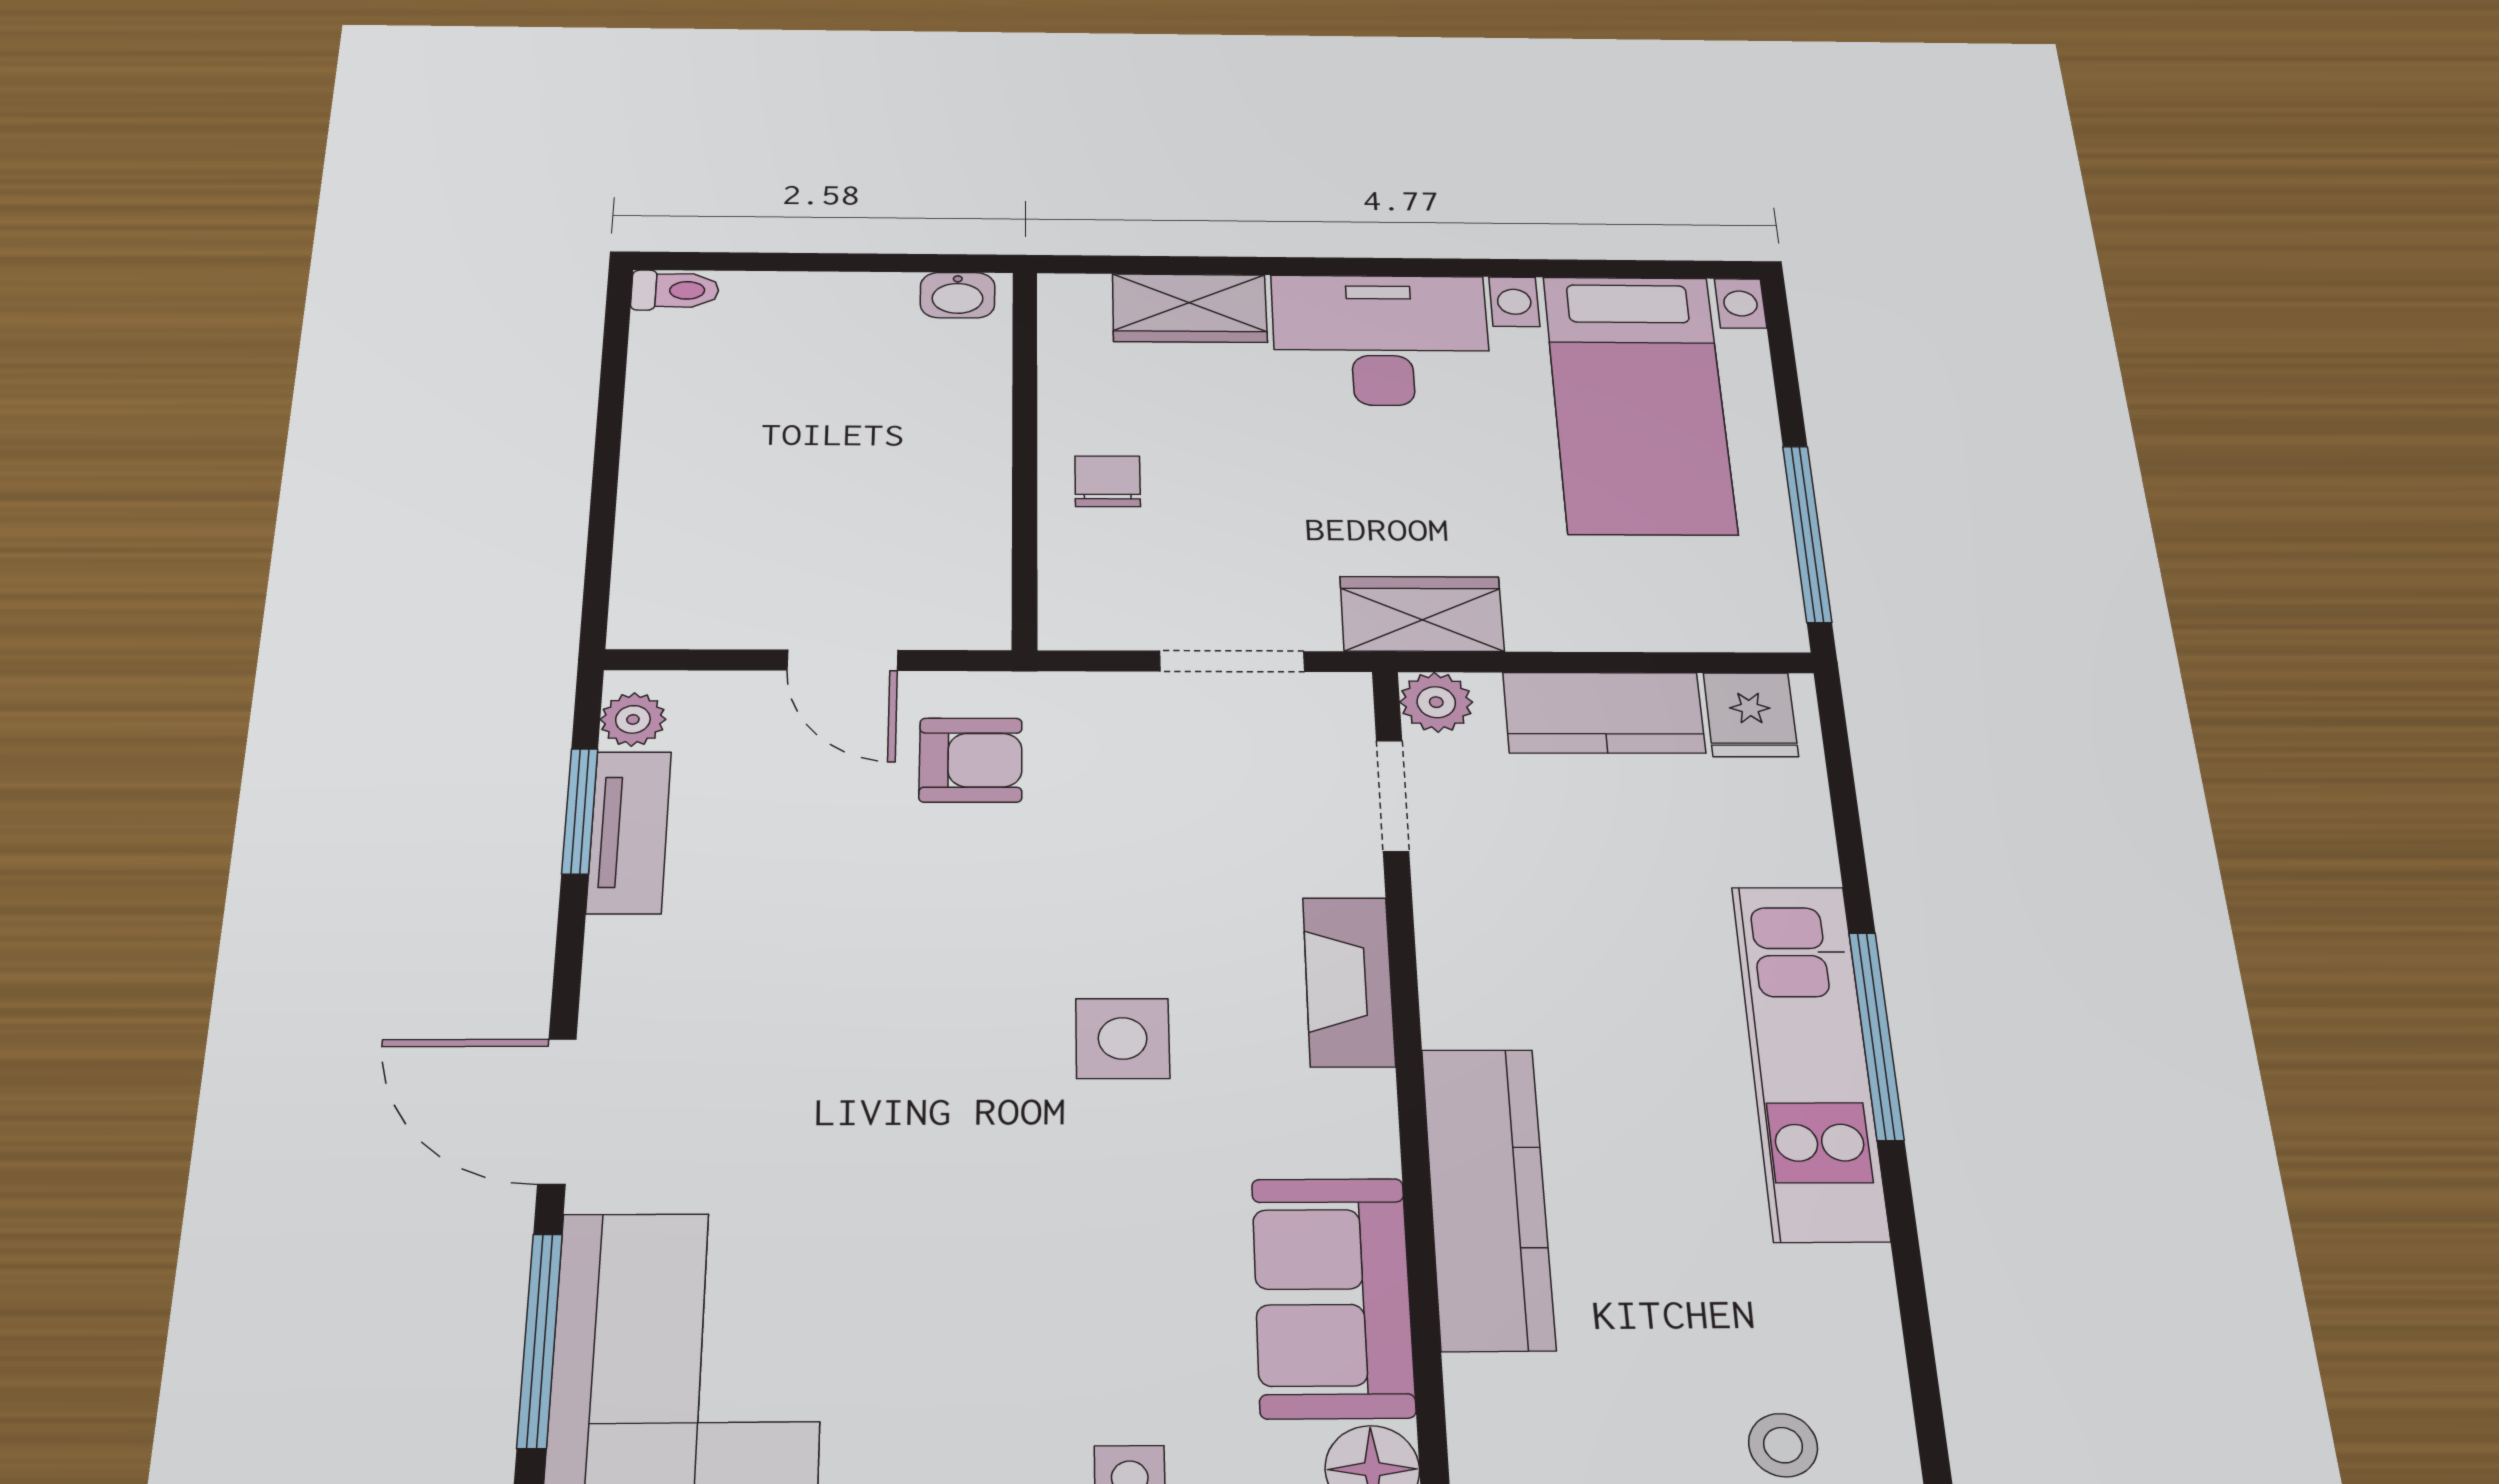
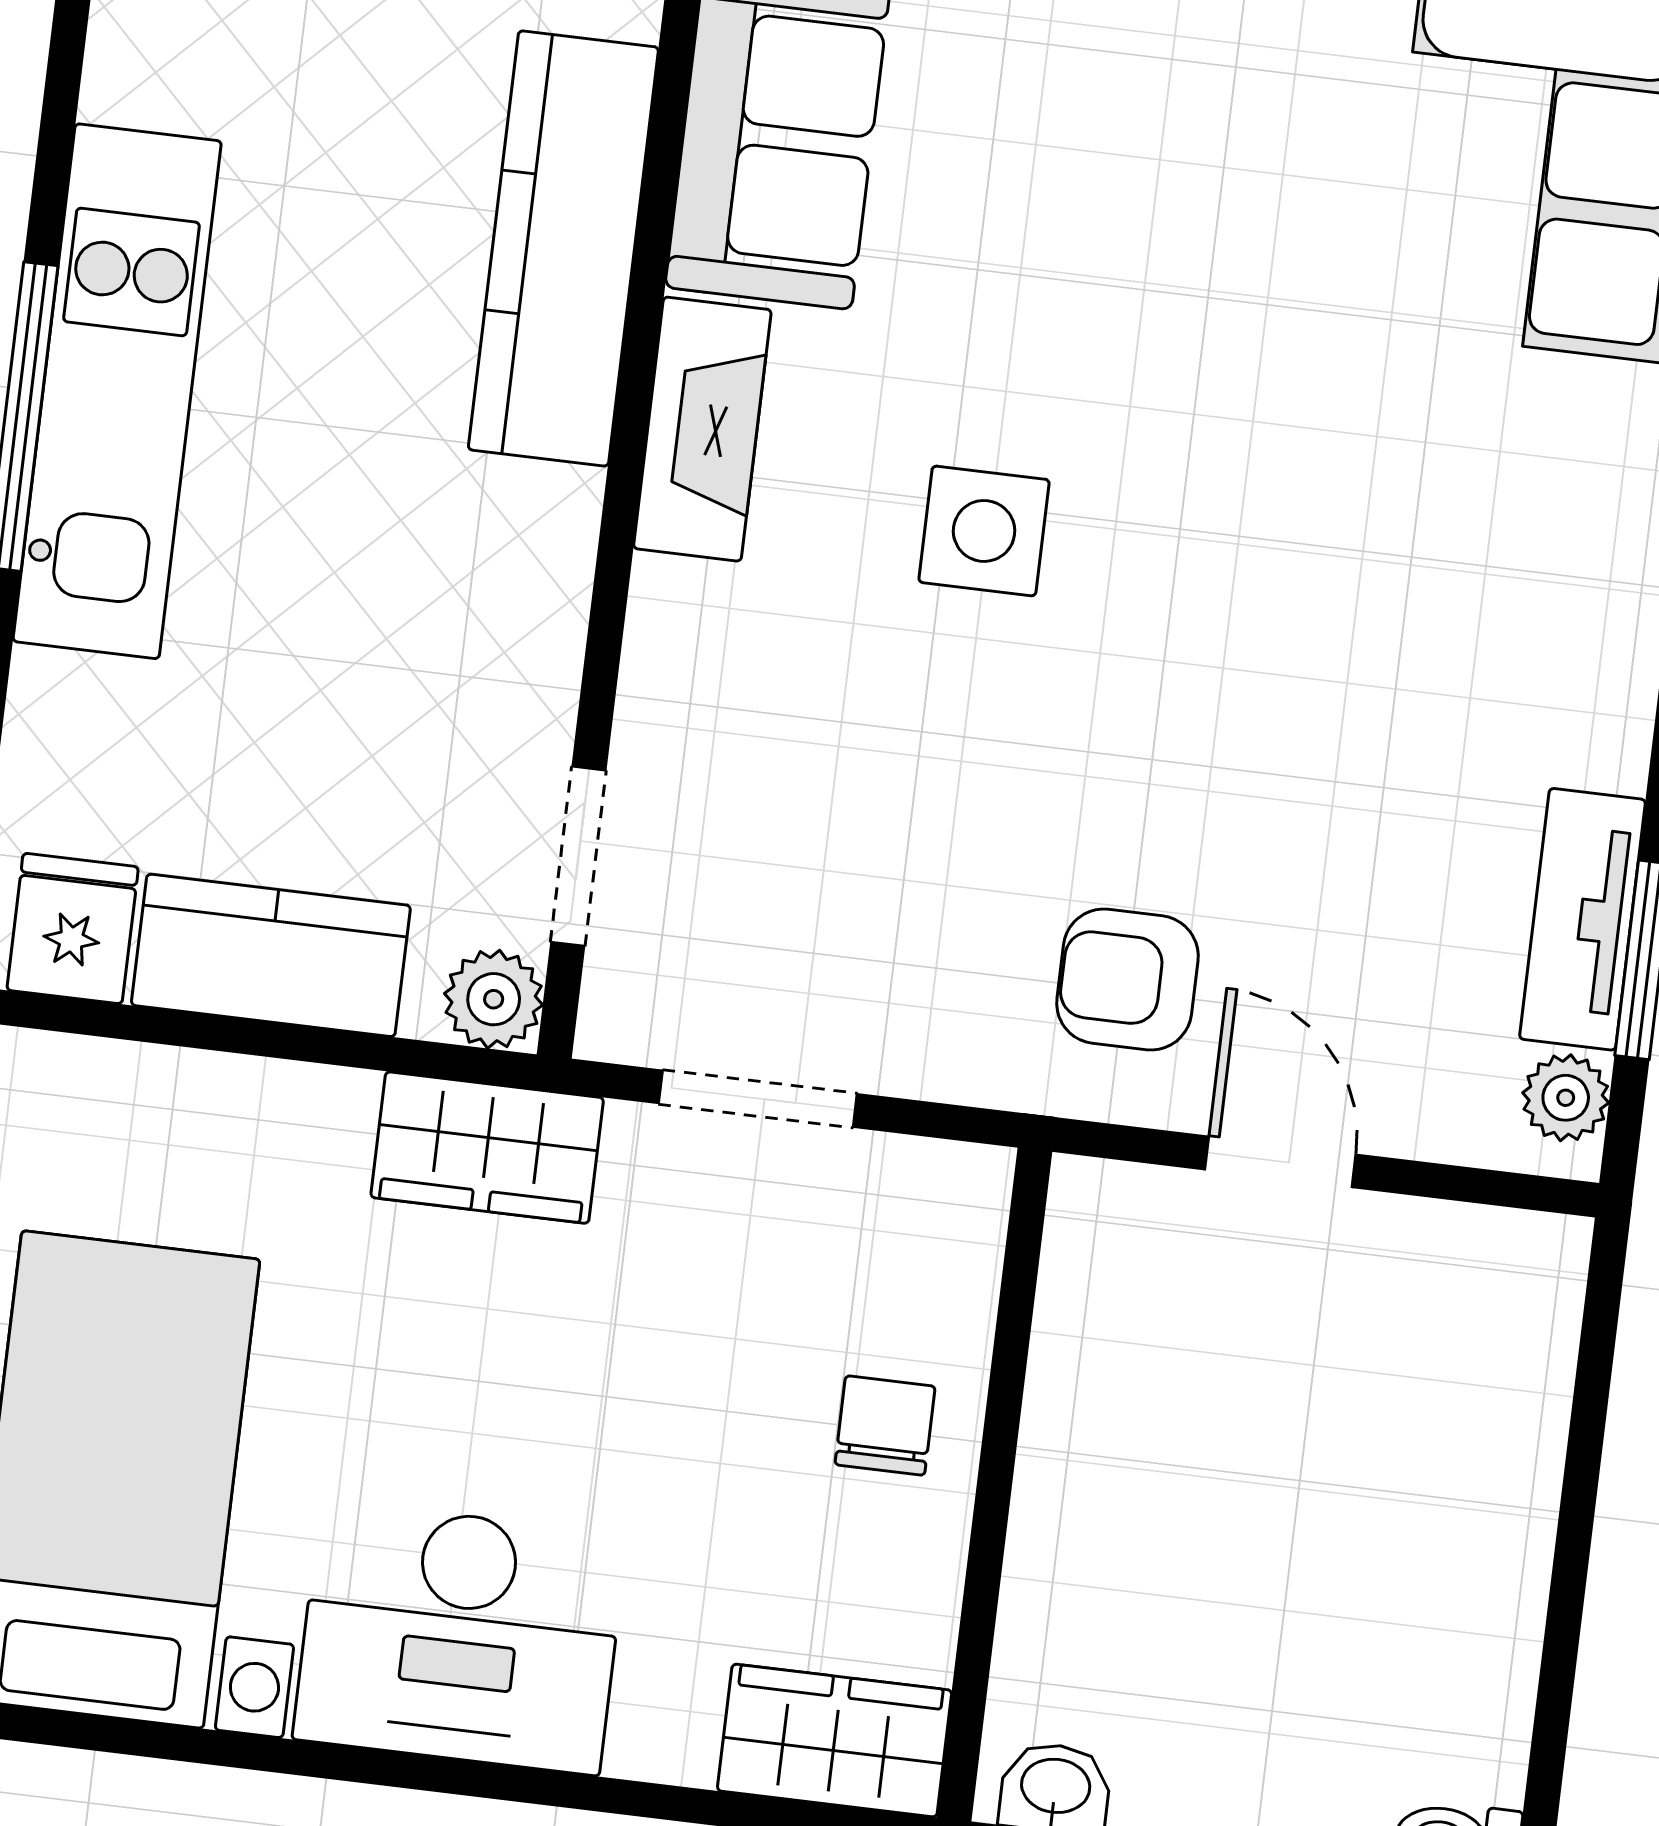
wardrobe: (1190, 308) -> (835, 1740), moved
chair: (1108, 481) -> (885, 1425), turned 180
fireplace: (1349, 981) -> (702, 429), moved

